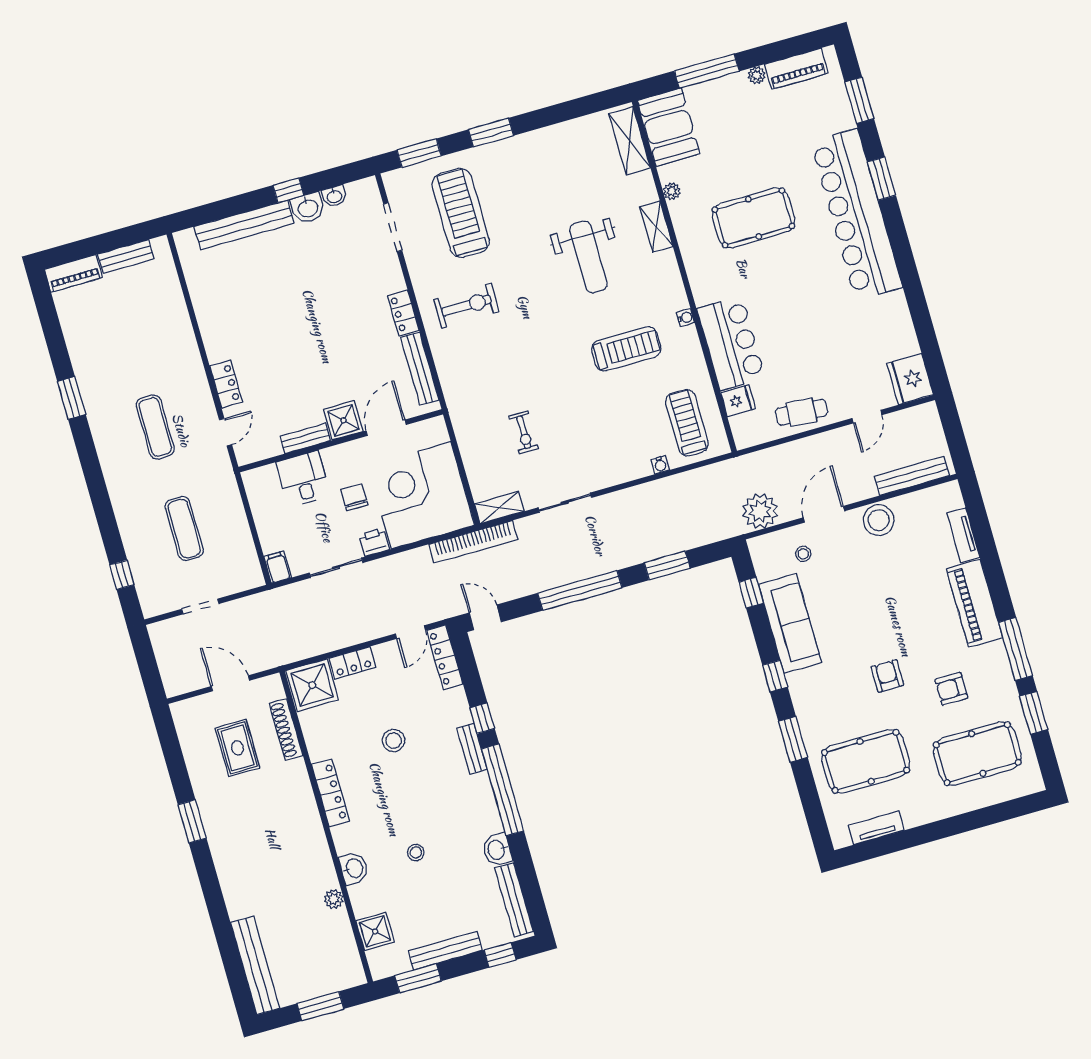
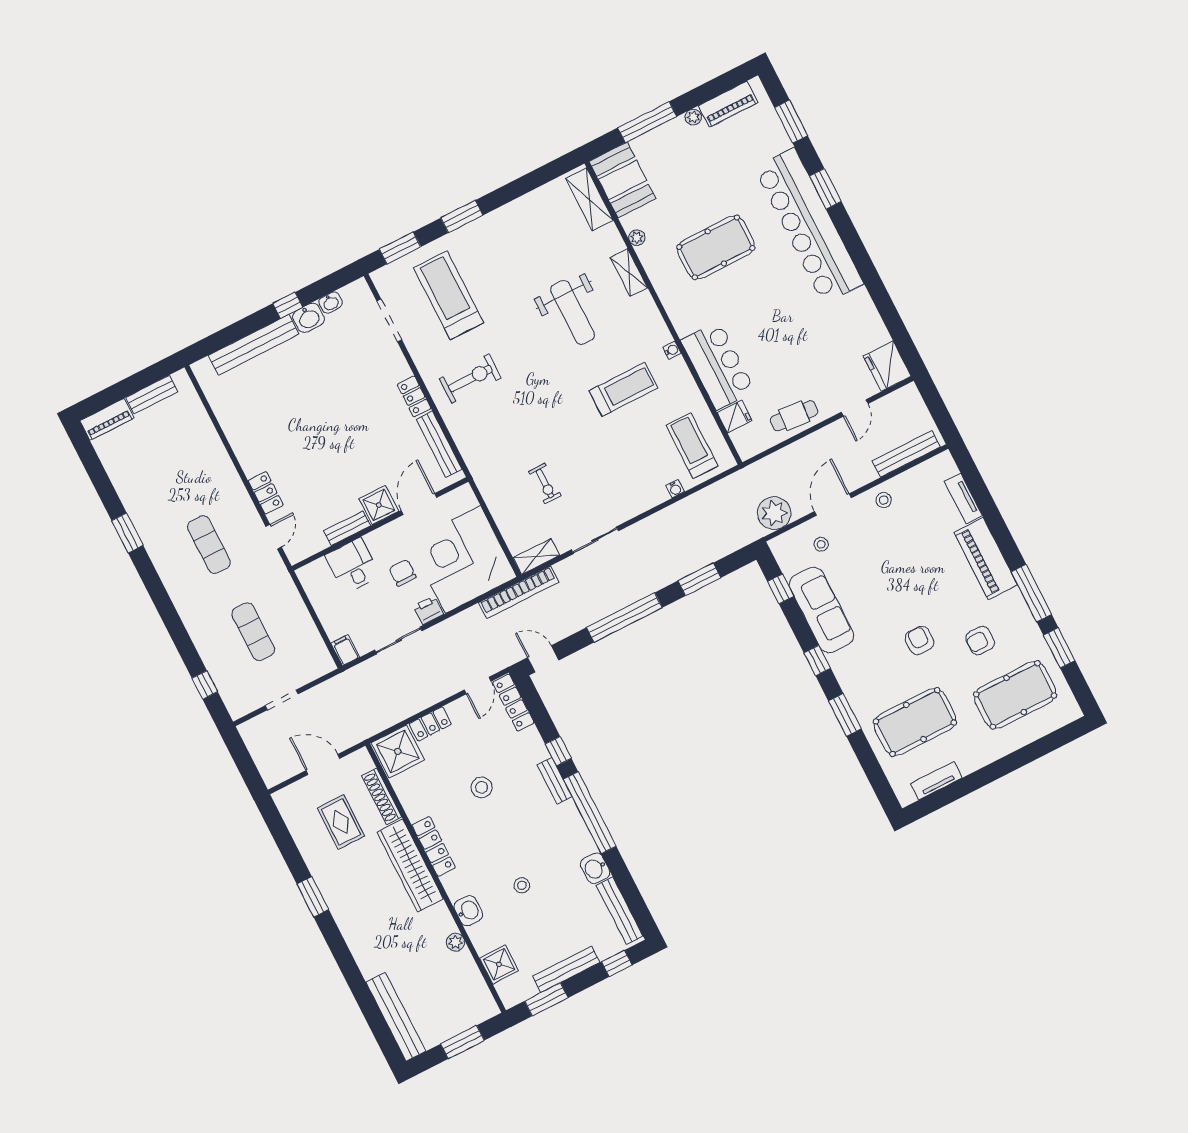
stool: (879, 520) -> (884, 500), width x0.53, depth x0.53
wardrobe: (302, 808) -> (410, 865), added

